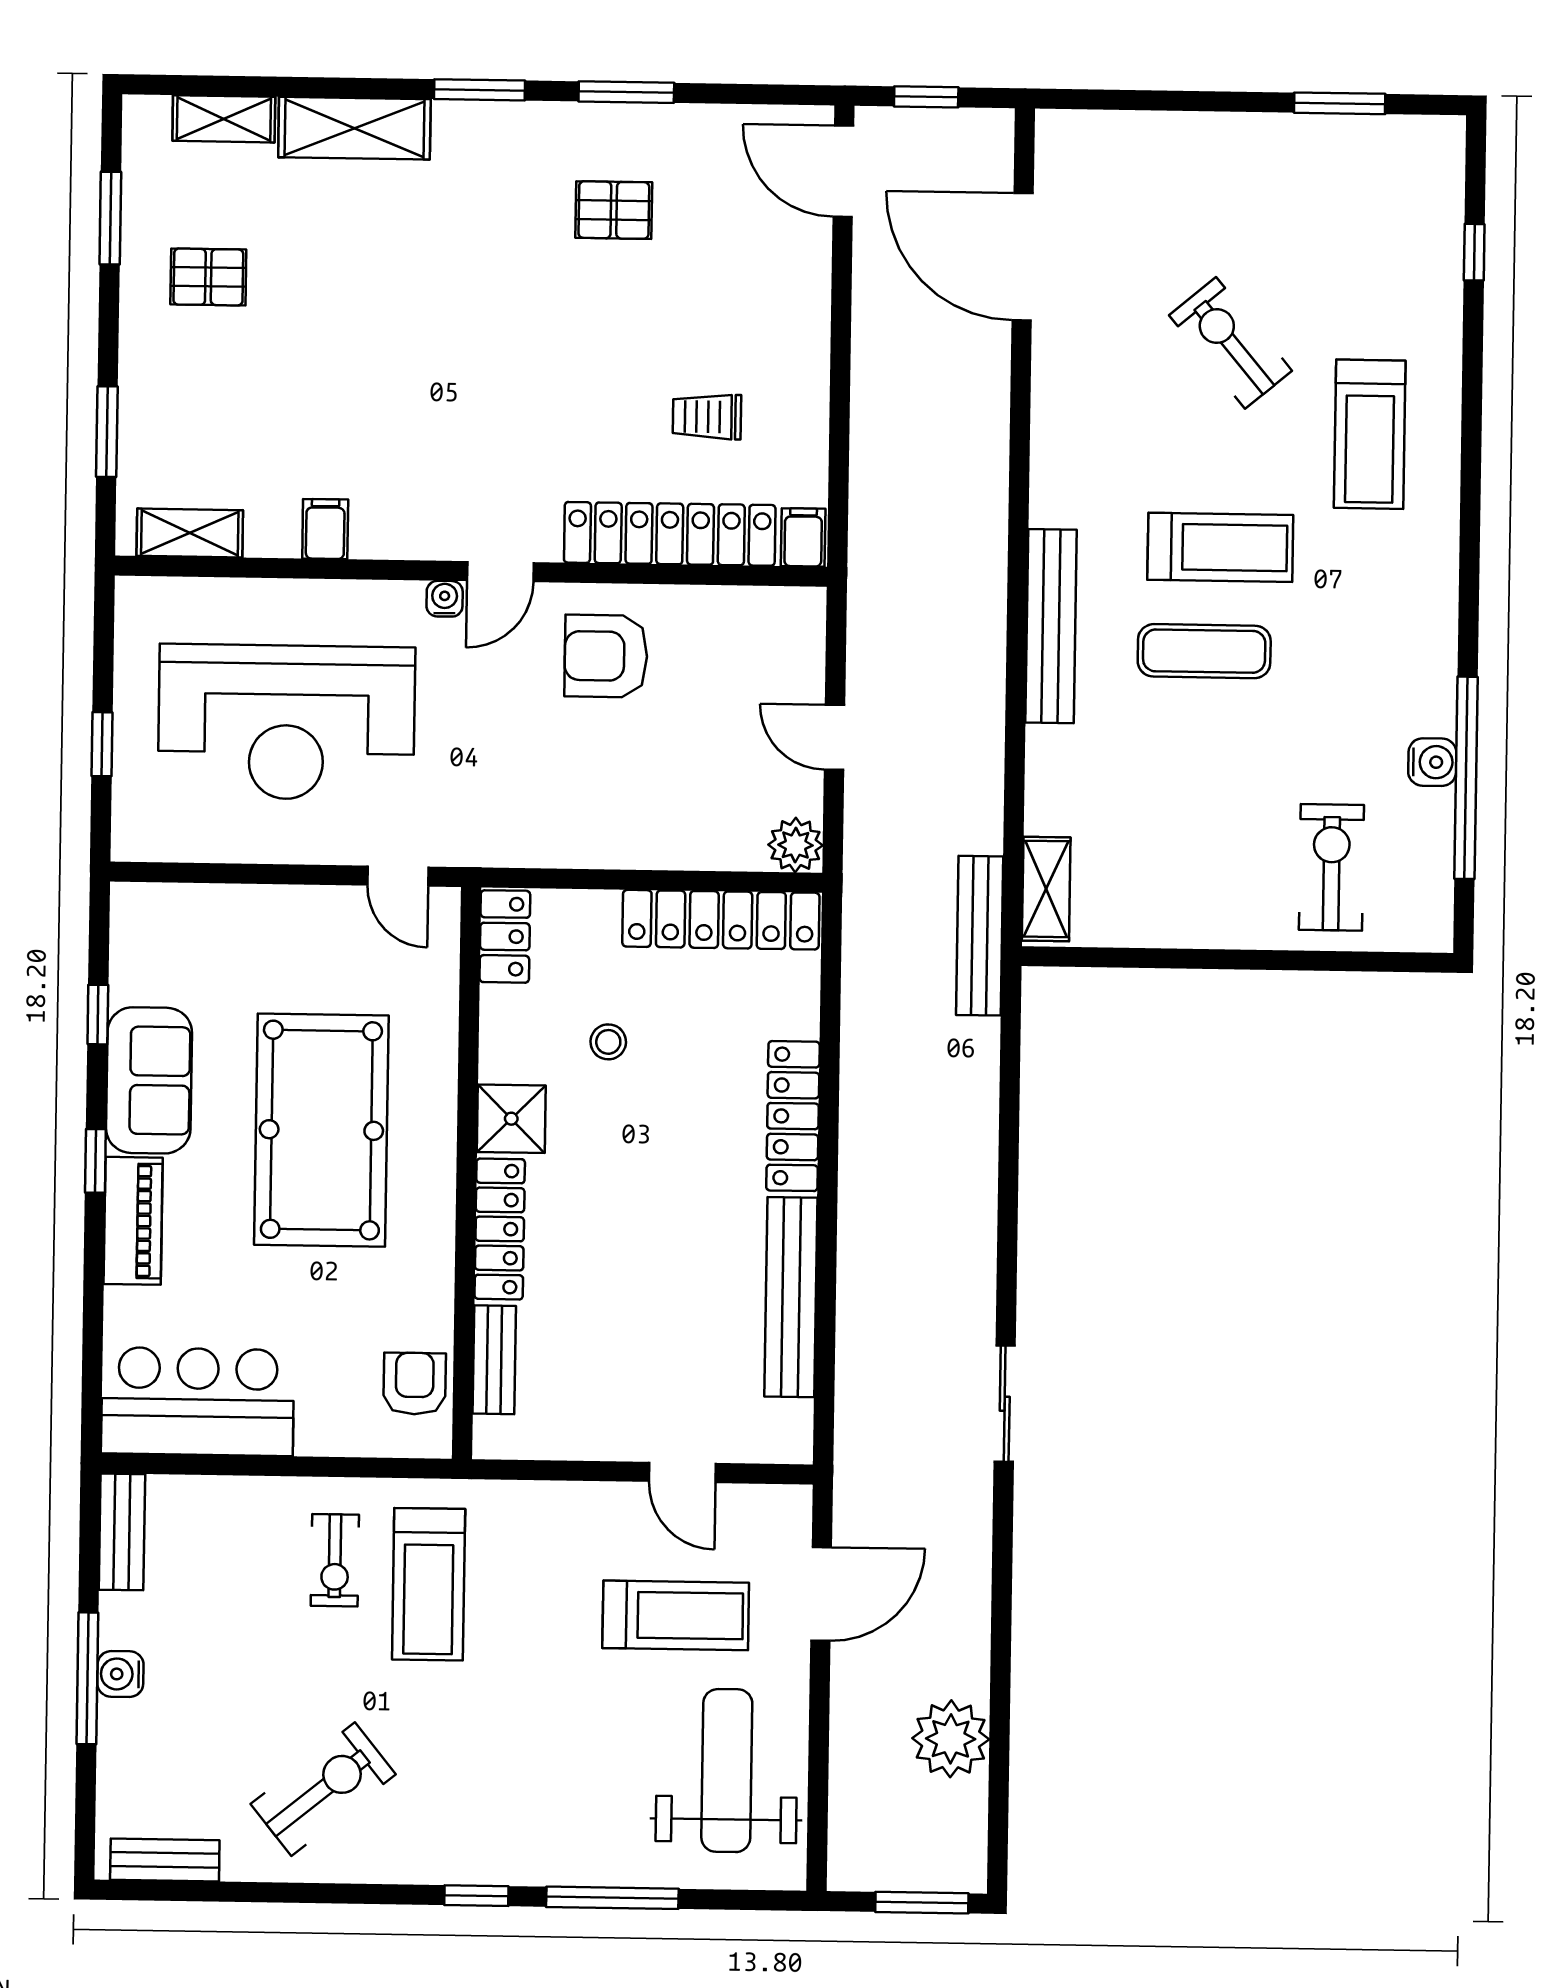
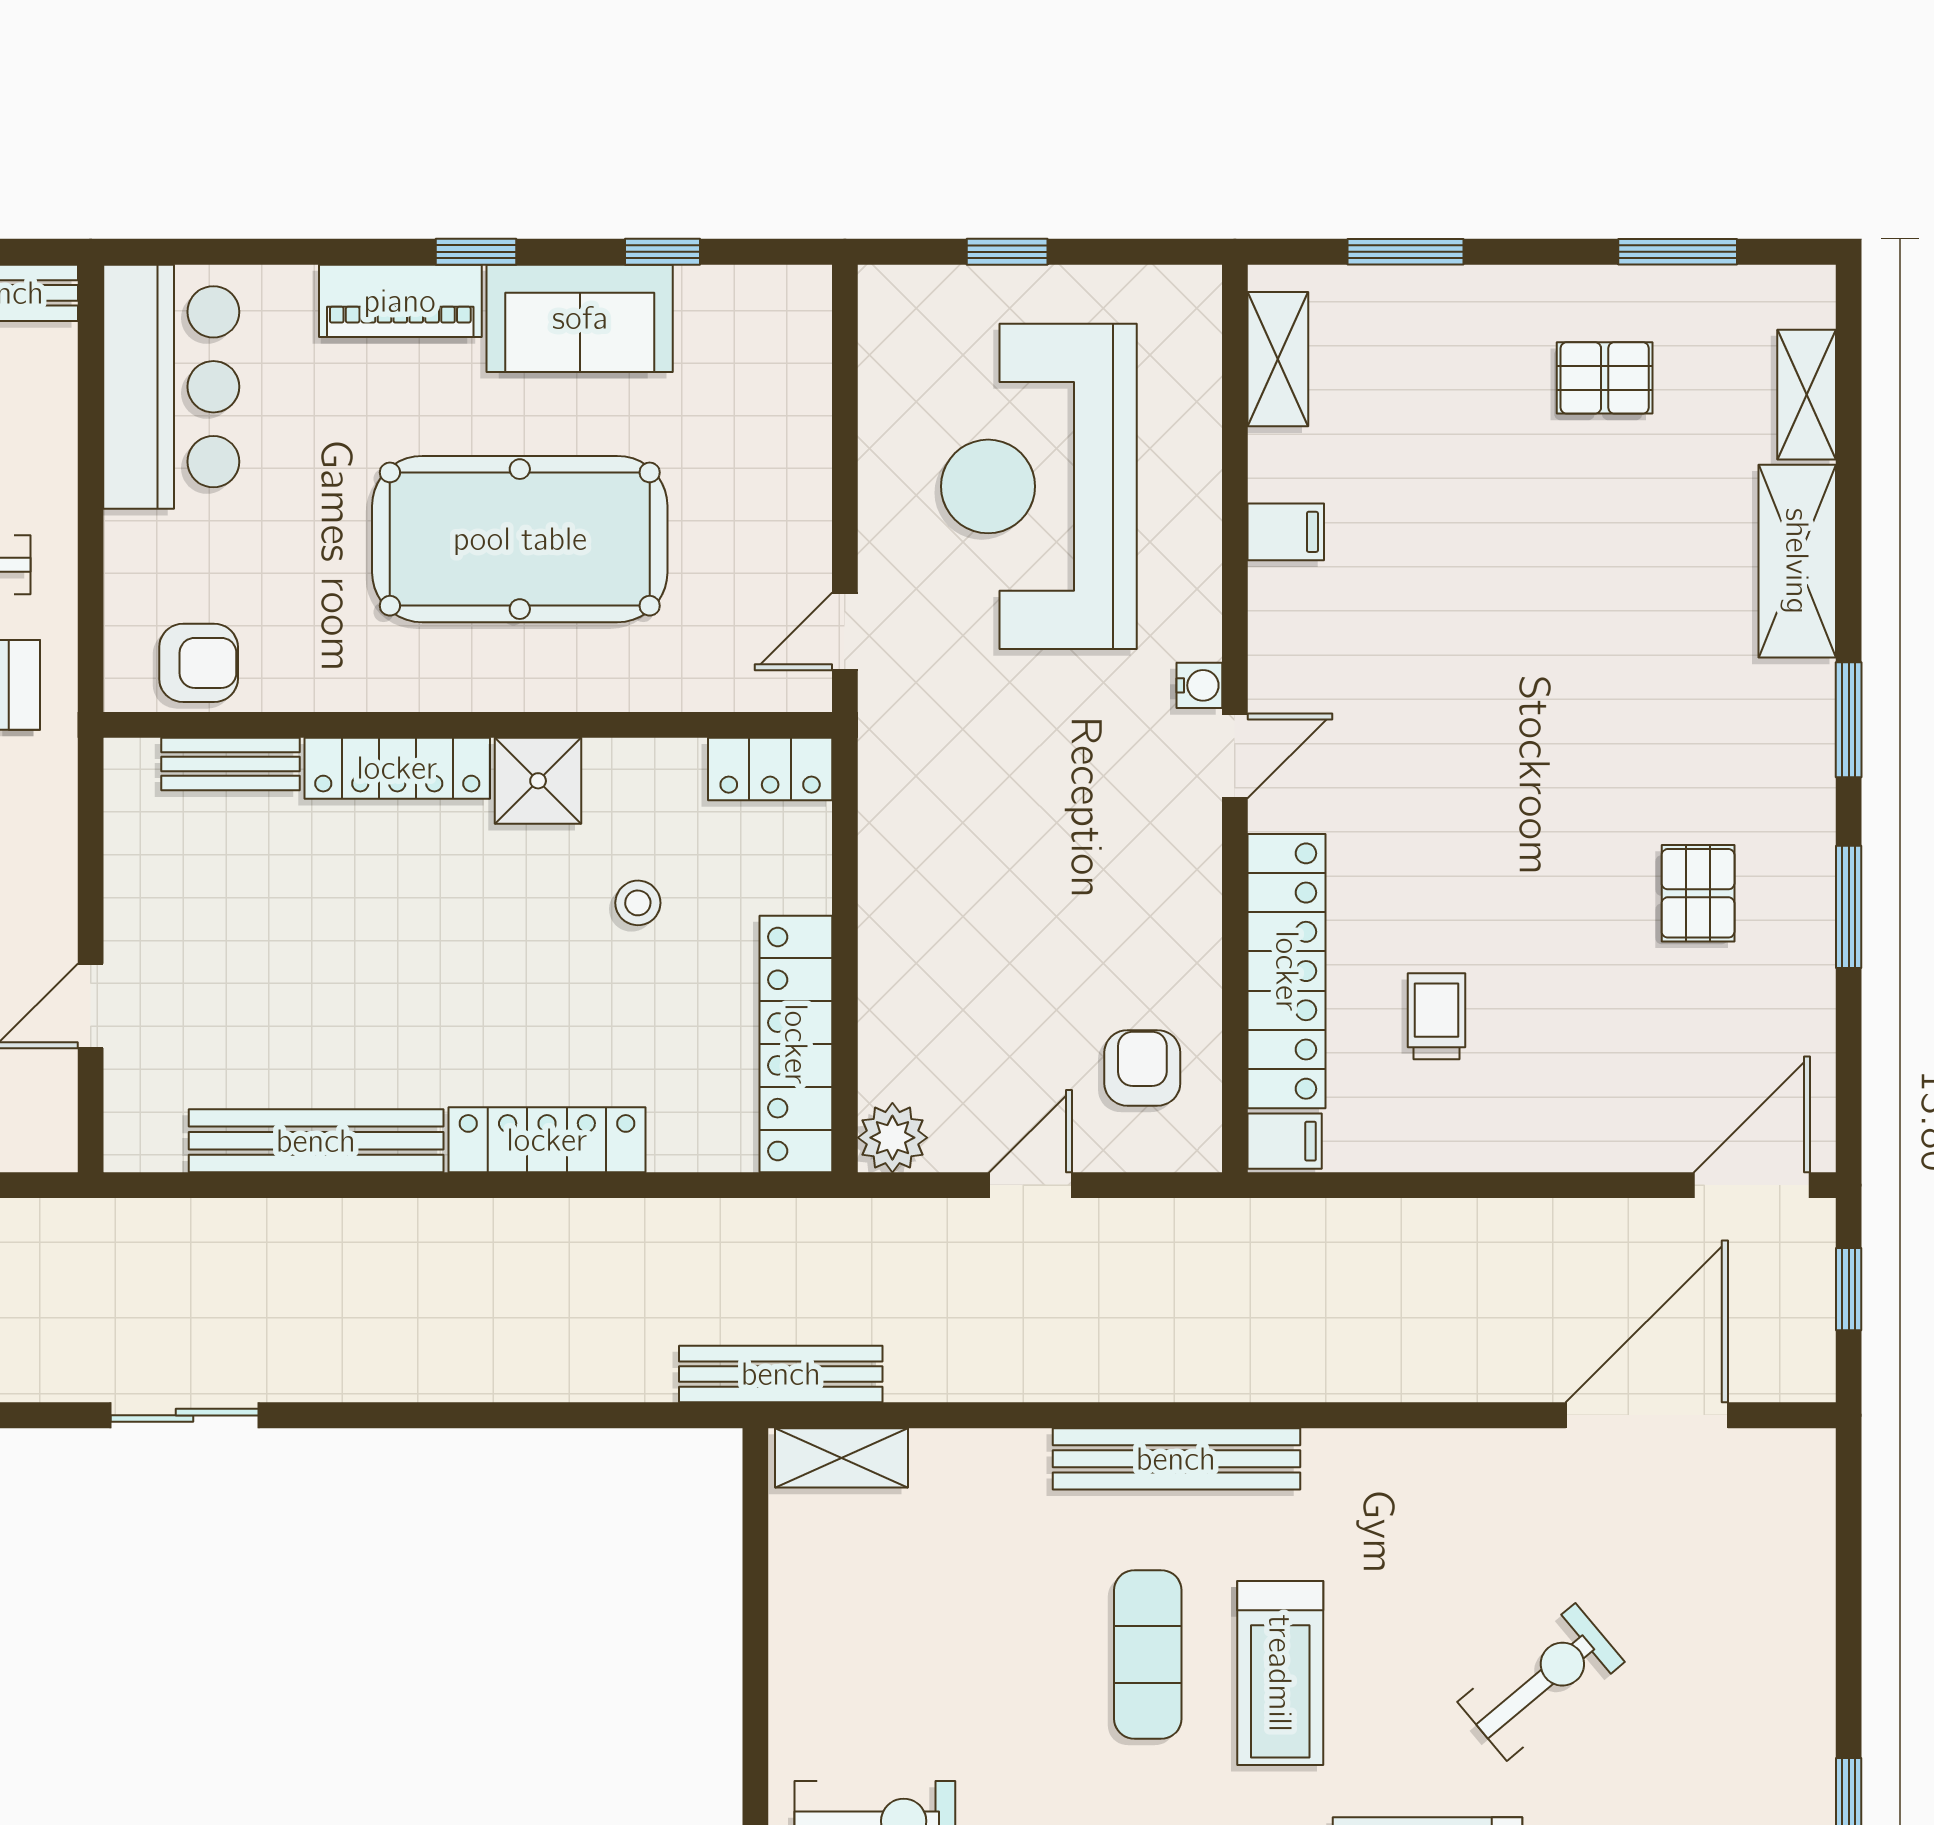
pallet: (208, 277) -> (1605, 378), turned 90
door: (500, 572) -> (1235, 756), swing flipped
armchair: (606, 656) -> (1142, 1068), moved, width x0.72, depth x0.72

